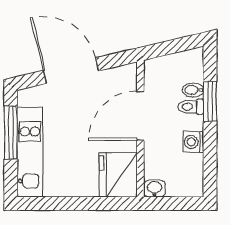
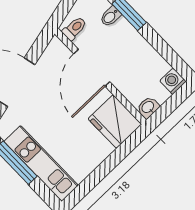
toilet: (191, 107) -> (74, 28), moved, turned 180
washing machine: (193, 142) -> (173, 81), moved, turned 90

